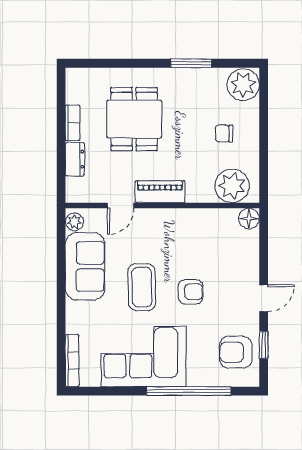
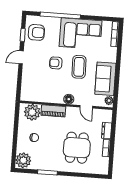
piano: (160, 192) -> (53, 111), moved
door: (121, 206) -> (86, 107), swing flipped
floor lamp: (249, 218) -> (69, 99), moved

